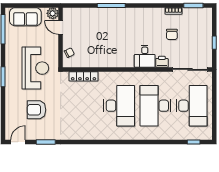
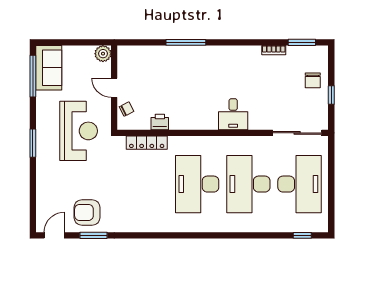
sofa: (25, 17) -> (49, 68), moved, turned -90
door: (61, 27) -> (114, 88), moved
chair: (172, 34) -> (313, 80), moved
printer: (162, 62) -> (160, 122), moved
desk: (119, 106) -> (197, 184), turned 180
armchair: (36, 110) -> (87, 212), moved

